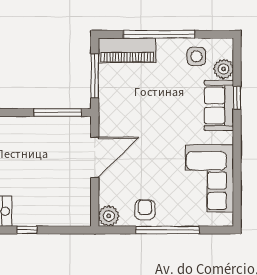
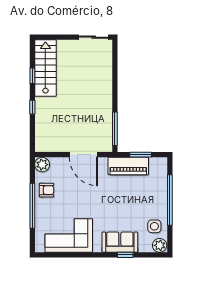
piano: (127, 50) -> (128, 166), moved, turned -90
plant: (224, 69) -> (160, 245), moved
window: (95, 76) -> (141, 155), width x0.69

